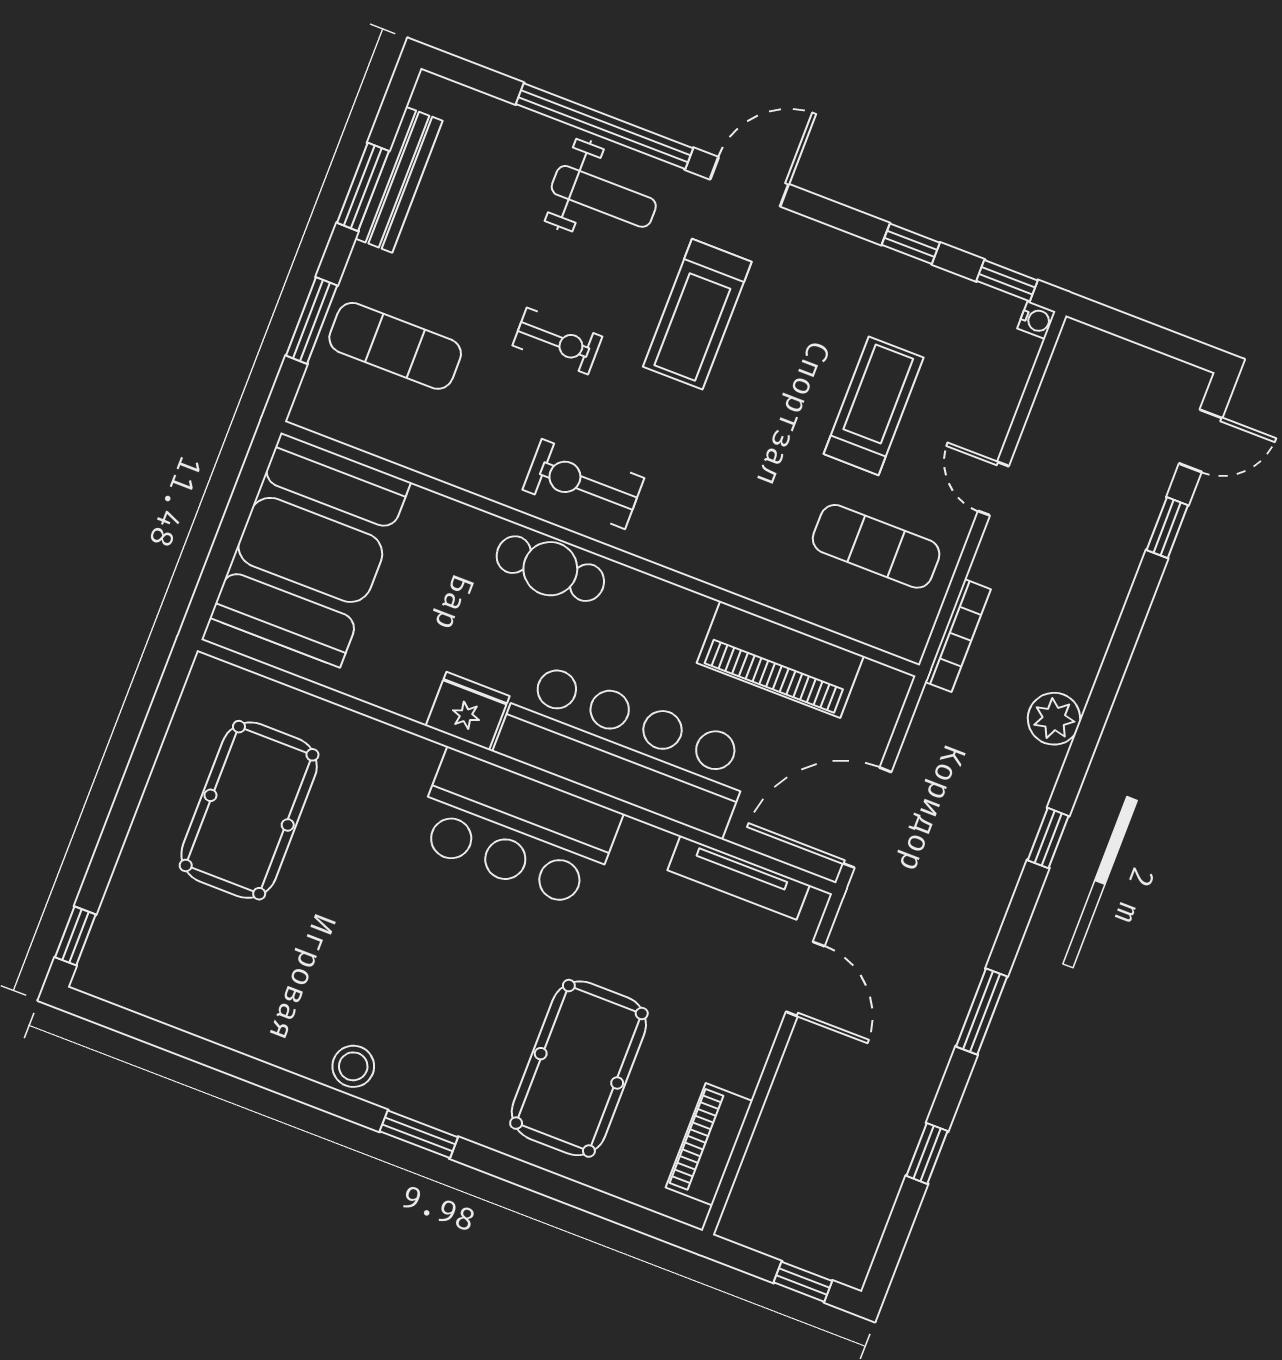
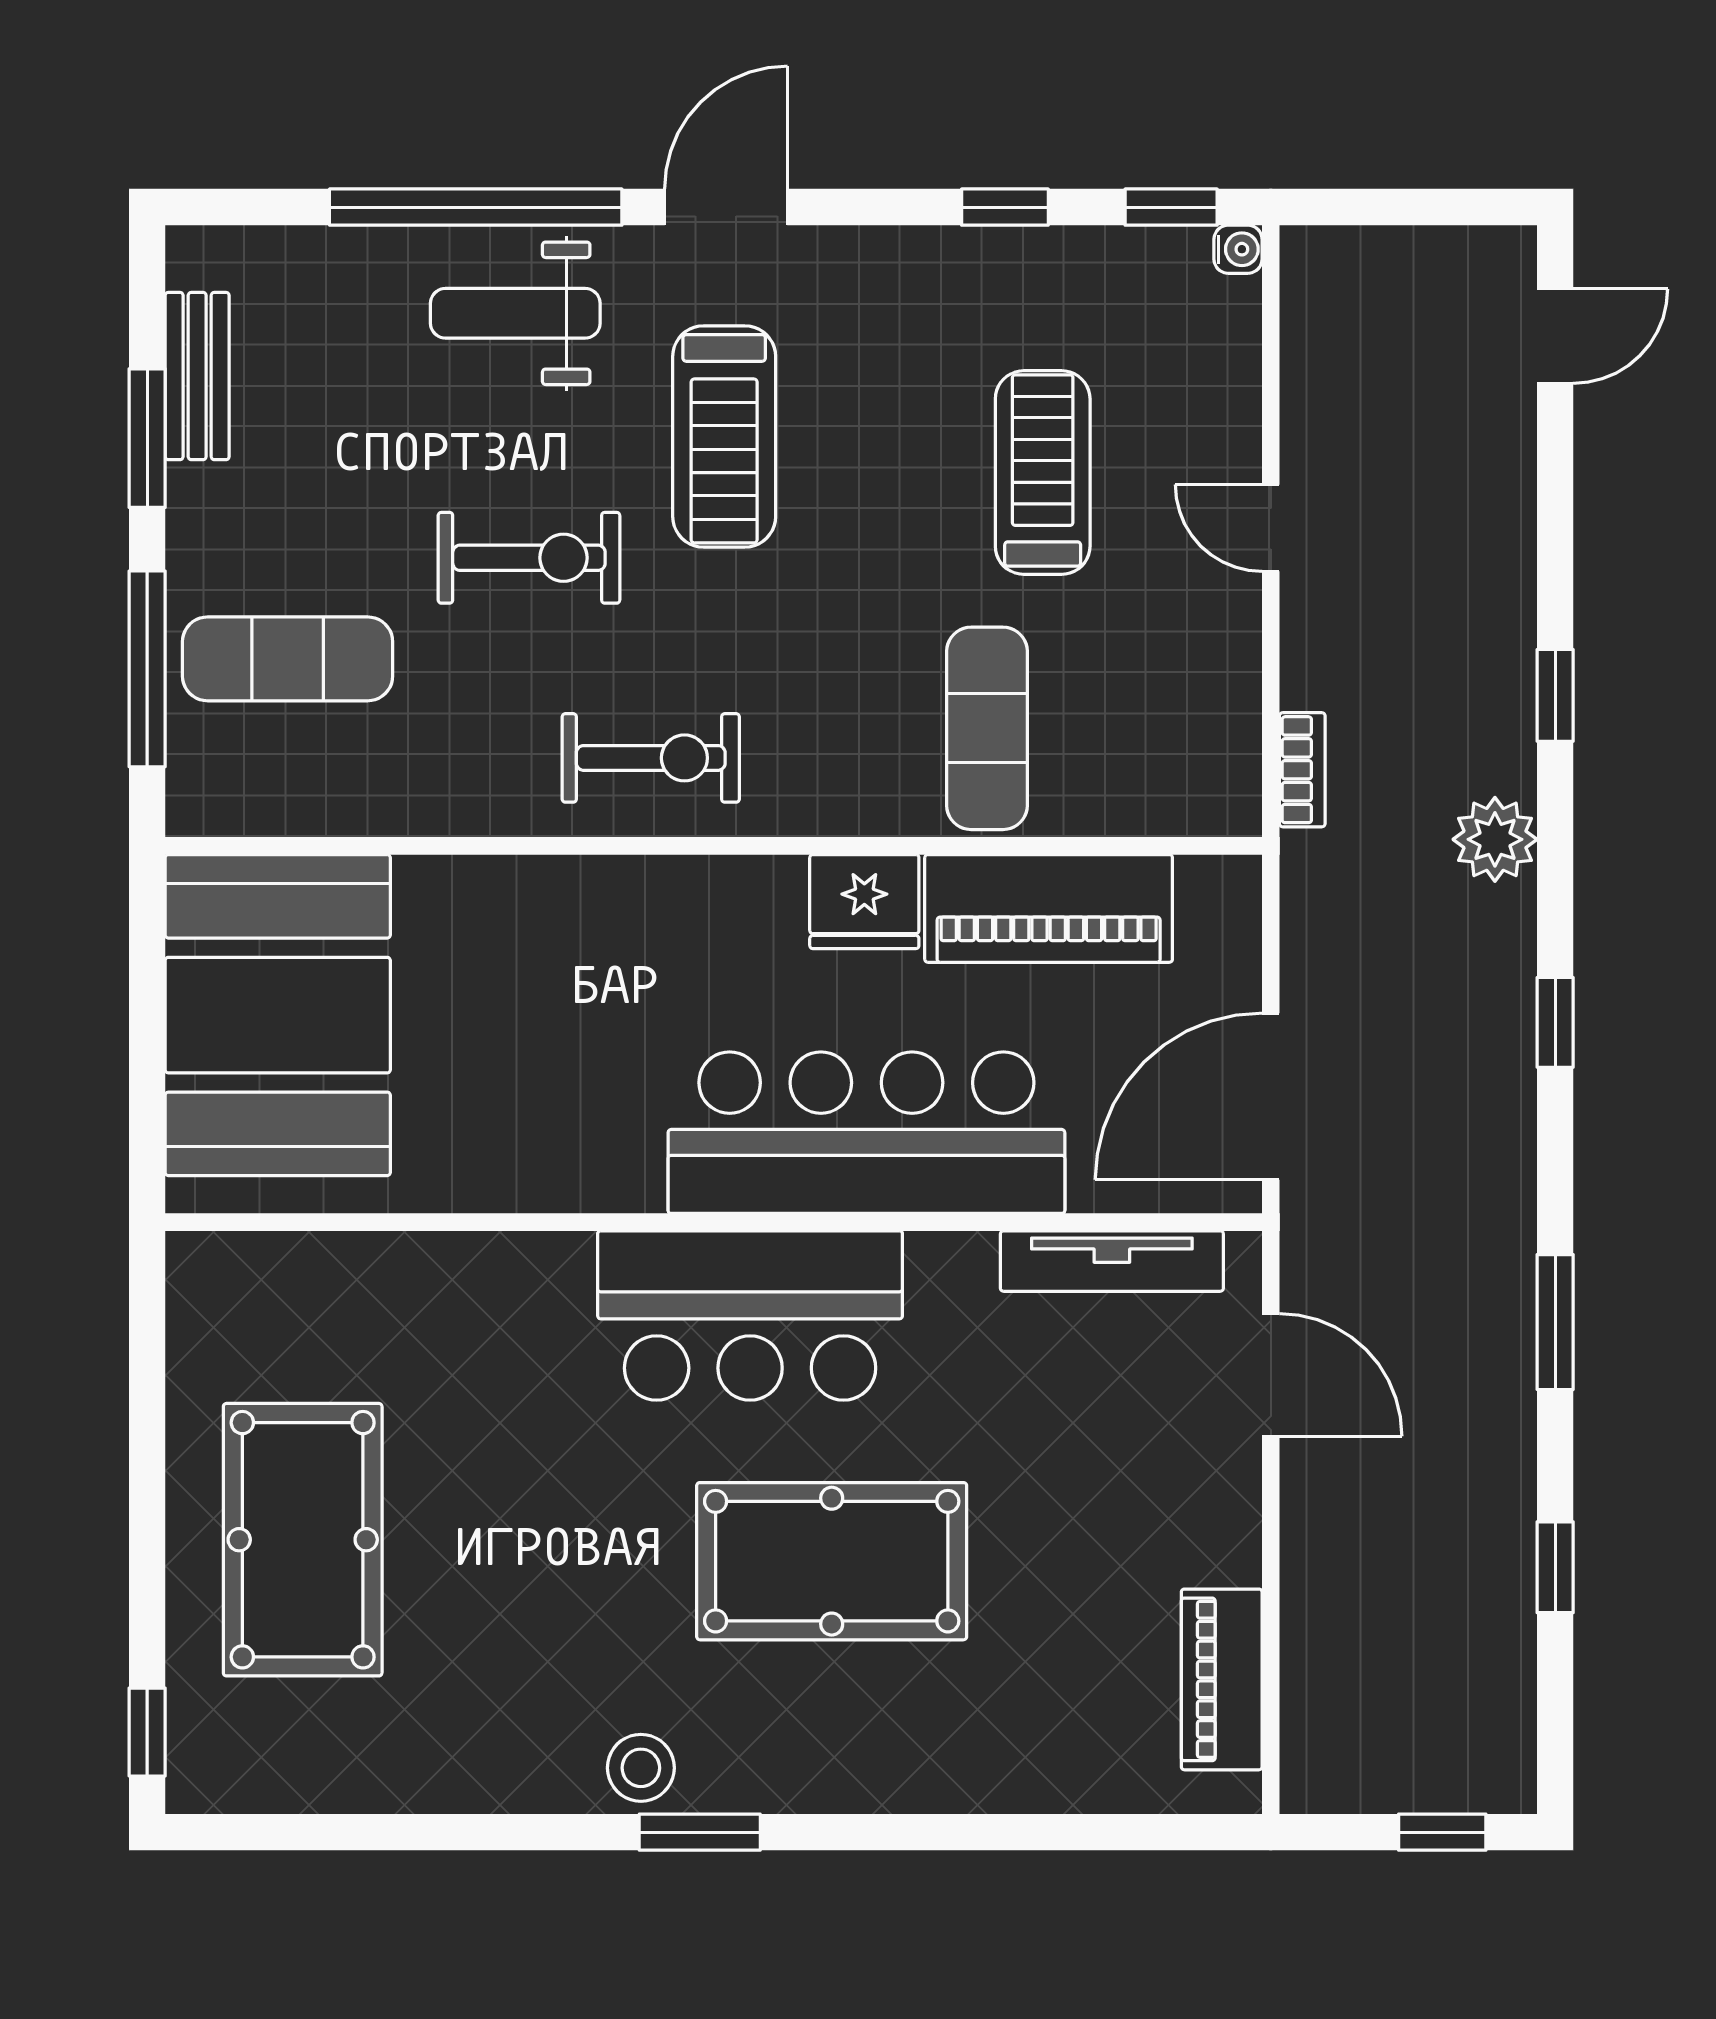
bench: (399, 180) -> (197, 376), width x0.73
weight bench: (604, 196) -> (515, 313), turned 180
window: (312, 320) -> (147, 669), width x1.44
exercise bike: (557, 341) -> (529, 558), width x1.38, depth x1.39
exercise bike: (583, 484) -> (651, 758), turned 180
window: (1167, 528) -> (1555, 695), moved
exercise mat: (876, 546) -> (987, 728), moved, turned 90
cafe table: (550, 569) -> (650, 905), removed
bookcase: (958, 636) -> (1302, 770), width x0.64
fridge: (468, 711) -> (864, 902), moved, turned 180
pool table: (249, 810) -> (303, 1540), moved
pool table: (579, 1068) -> (832, 1561), moved, turned 90
window: (419, 1134) -> (700, 1832), moved

